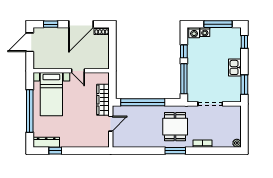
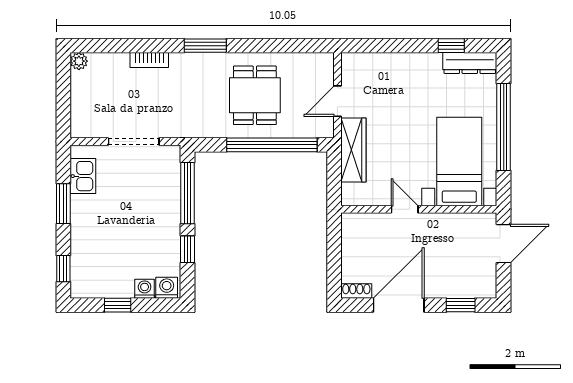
window: (218, 24) -> (118, 305), width x0.46
door: (30, 42) -> (504, 244), moved
kitchen sink: (235, 67) -> (83, 176), moved
window: (244, 85) -> (63, 204), moved
dining table: (175, 127) -> (255, 95), moved

